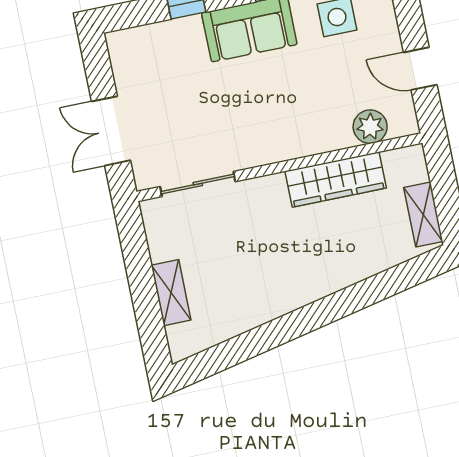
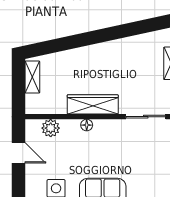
floor lamp: (304, 146) -> (87, 125), added
wardrobe: (336, 179) -> (93, 104), moved

